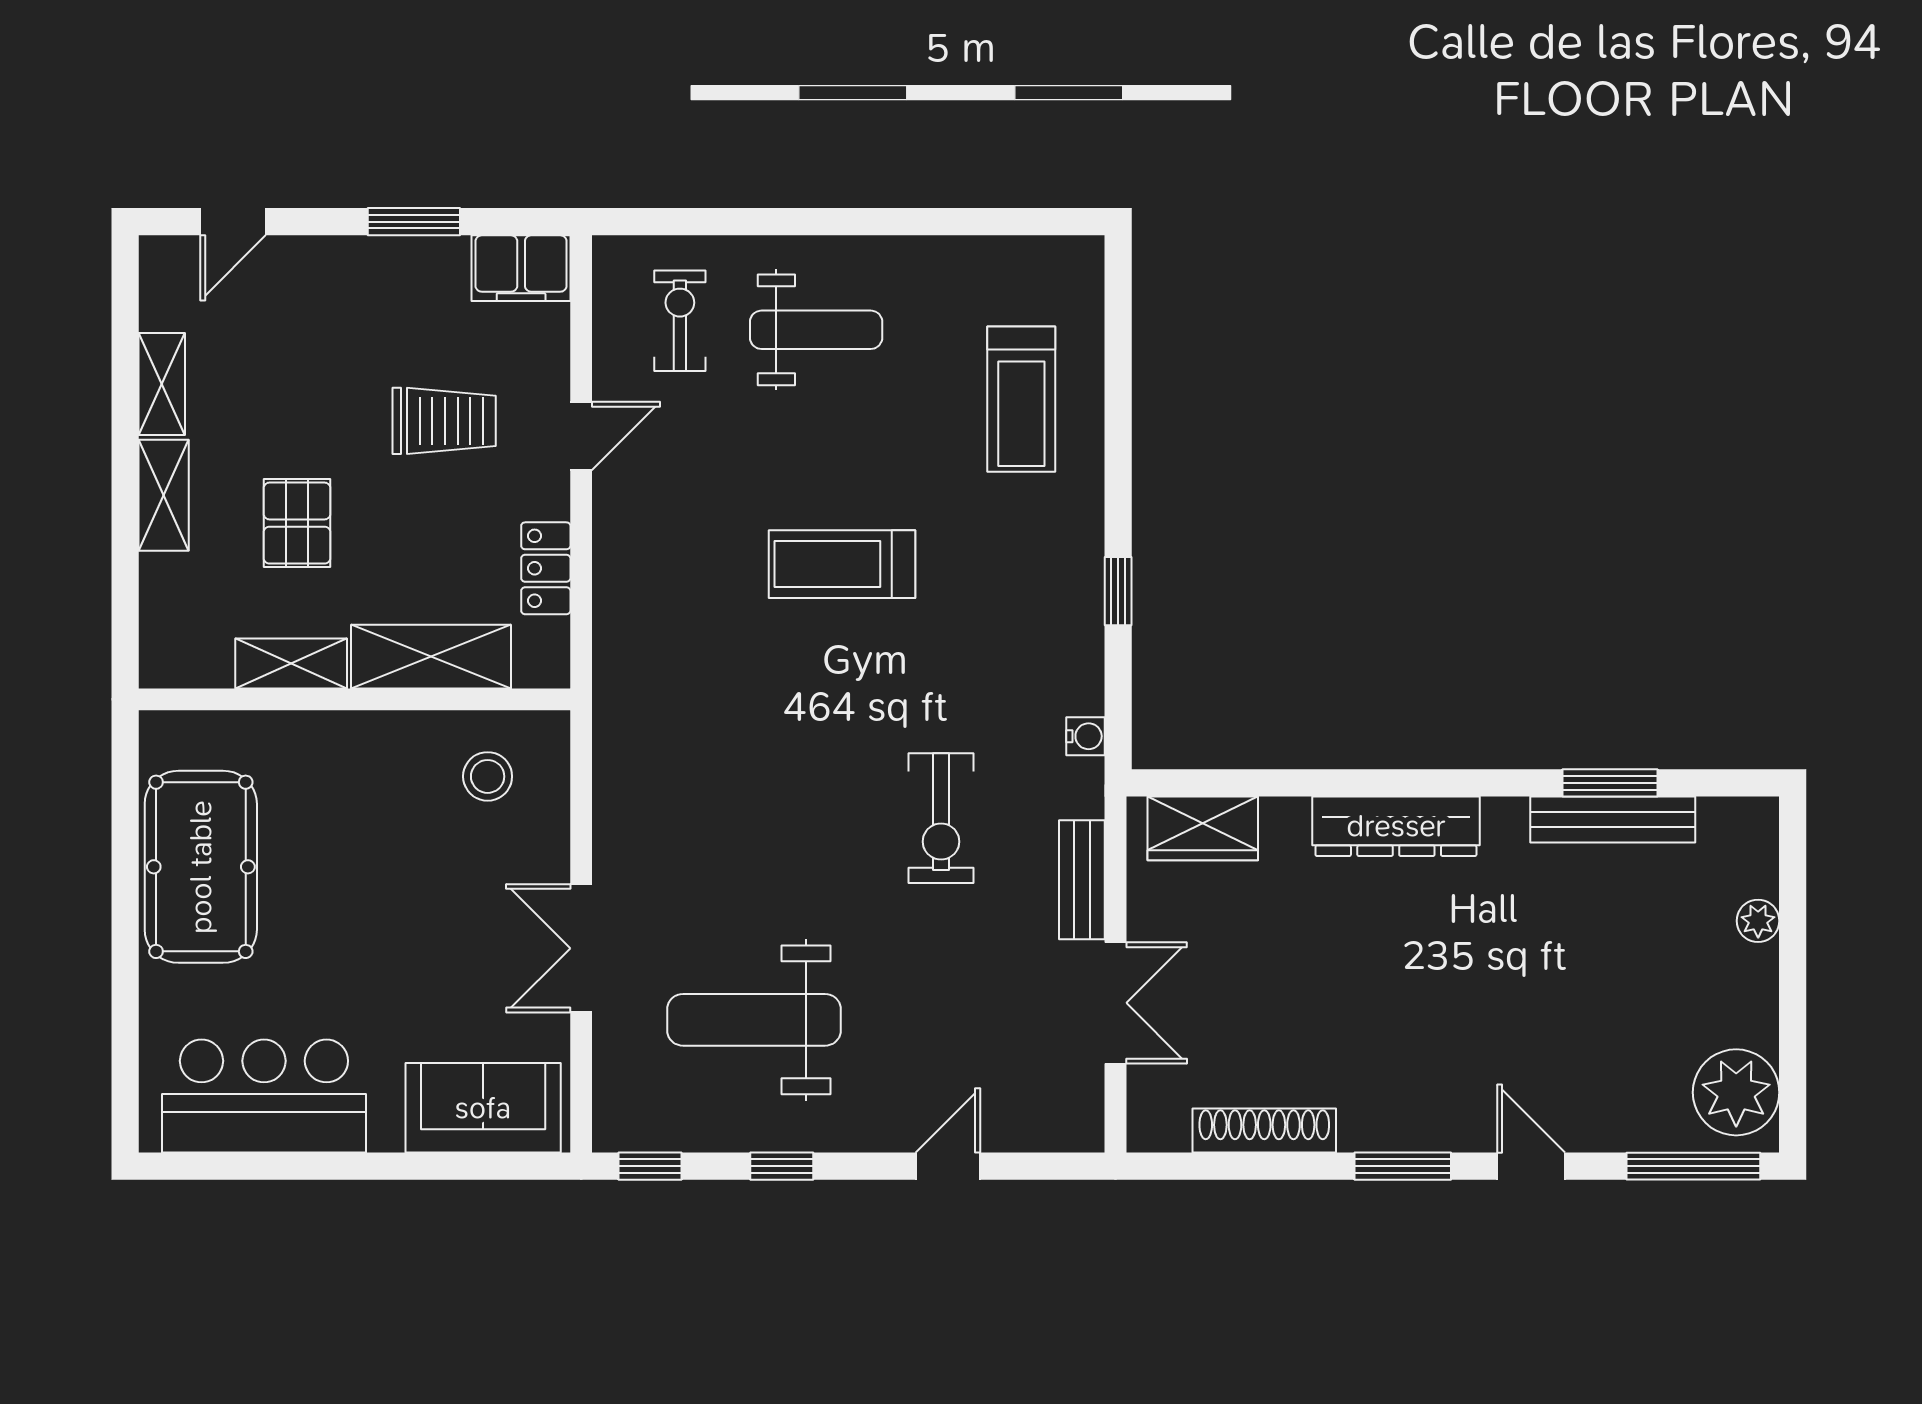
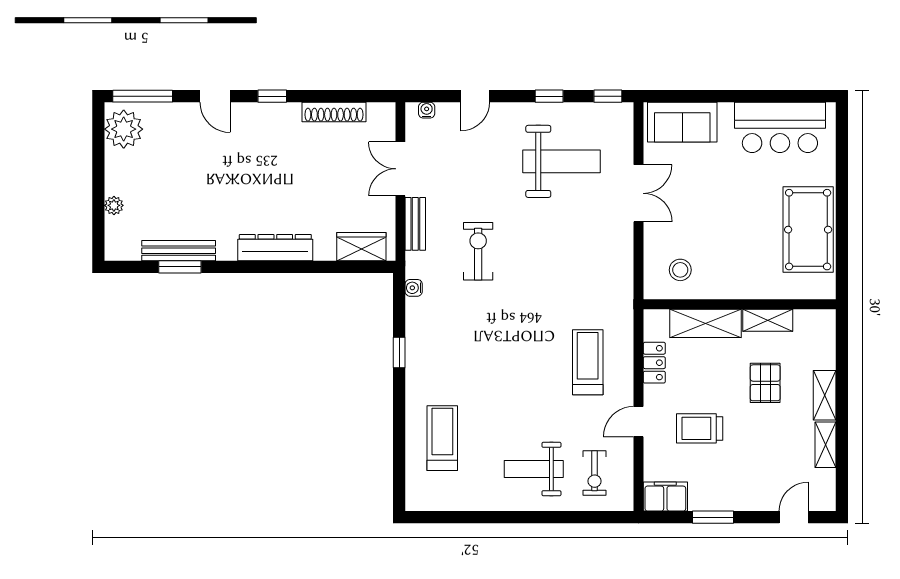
treadmill: (842, 564) -> (588, 362), moved, turned -90
water cooler: (1056, 1135) -> (427, 110), added
window: (1403, 1166) -> (272, 96), width x0.67

